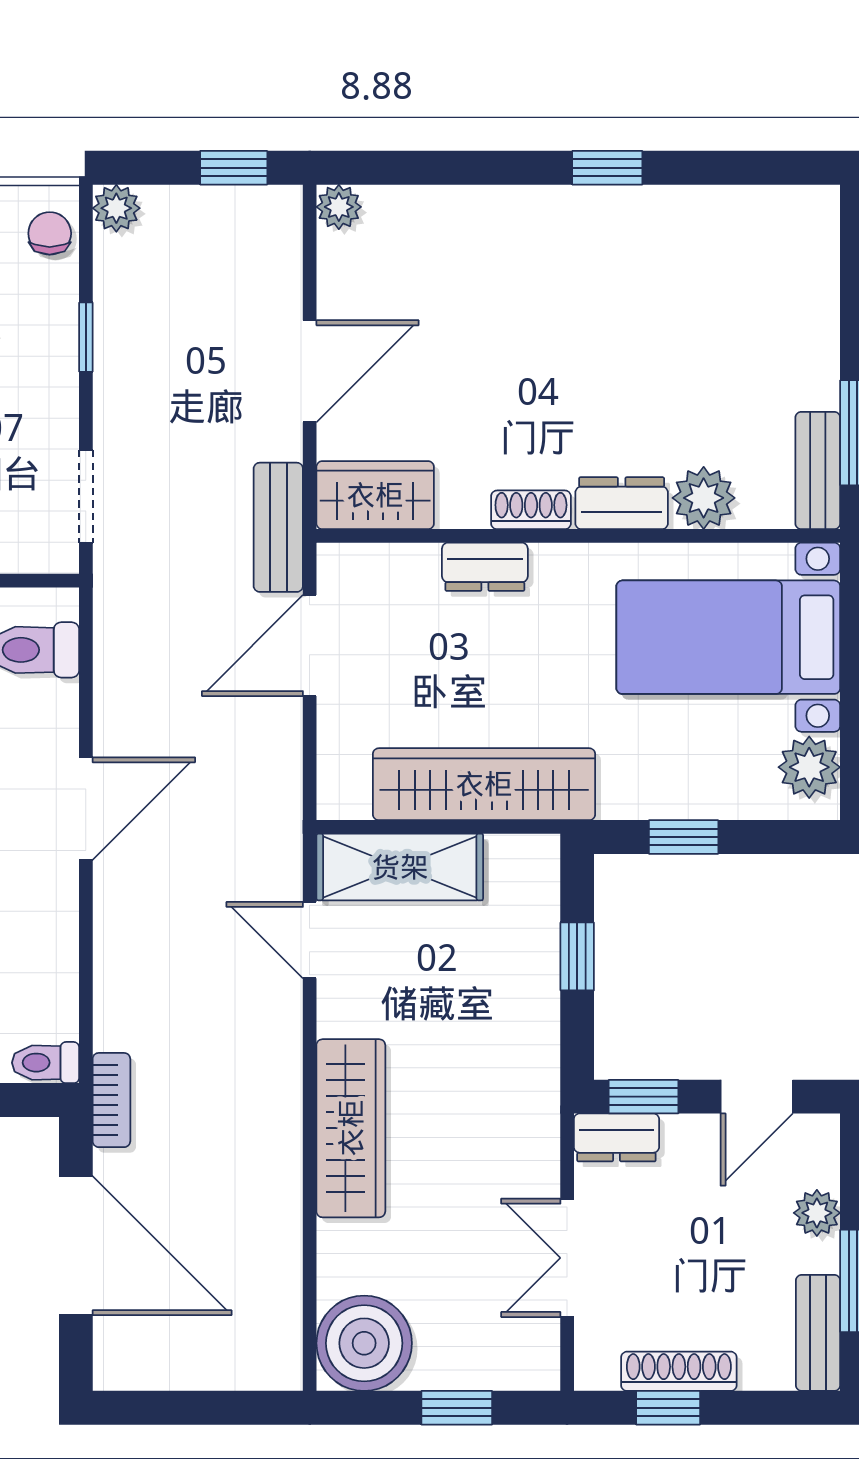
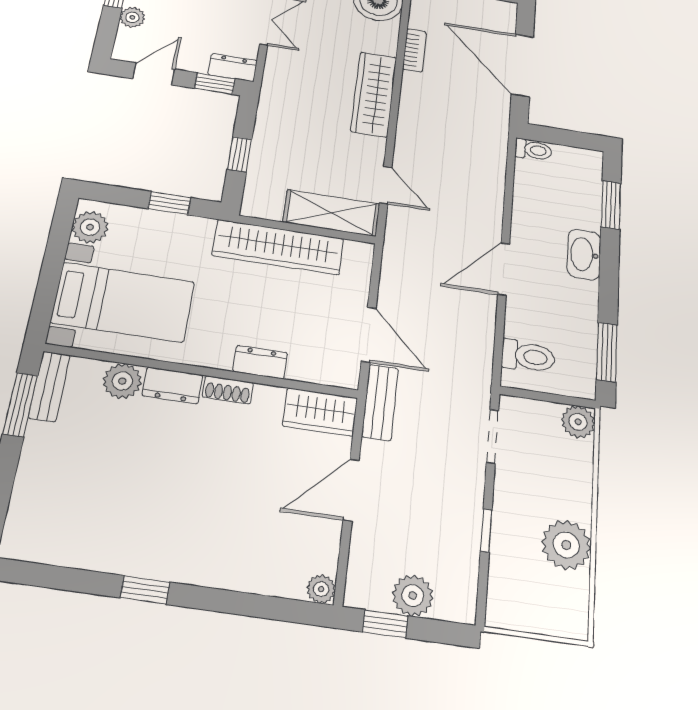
plant: (116, 208) -> (413, 596), moved, width x1.38, depth x1.38
chair: (50, 233) -> (505, 598), removed
door: (310, 646) -> (369, 335), hinge flipped
bookcase: (111, 1100) -> (414, 50), moved, turned 180

